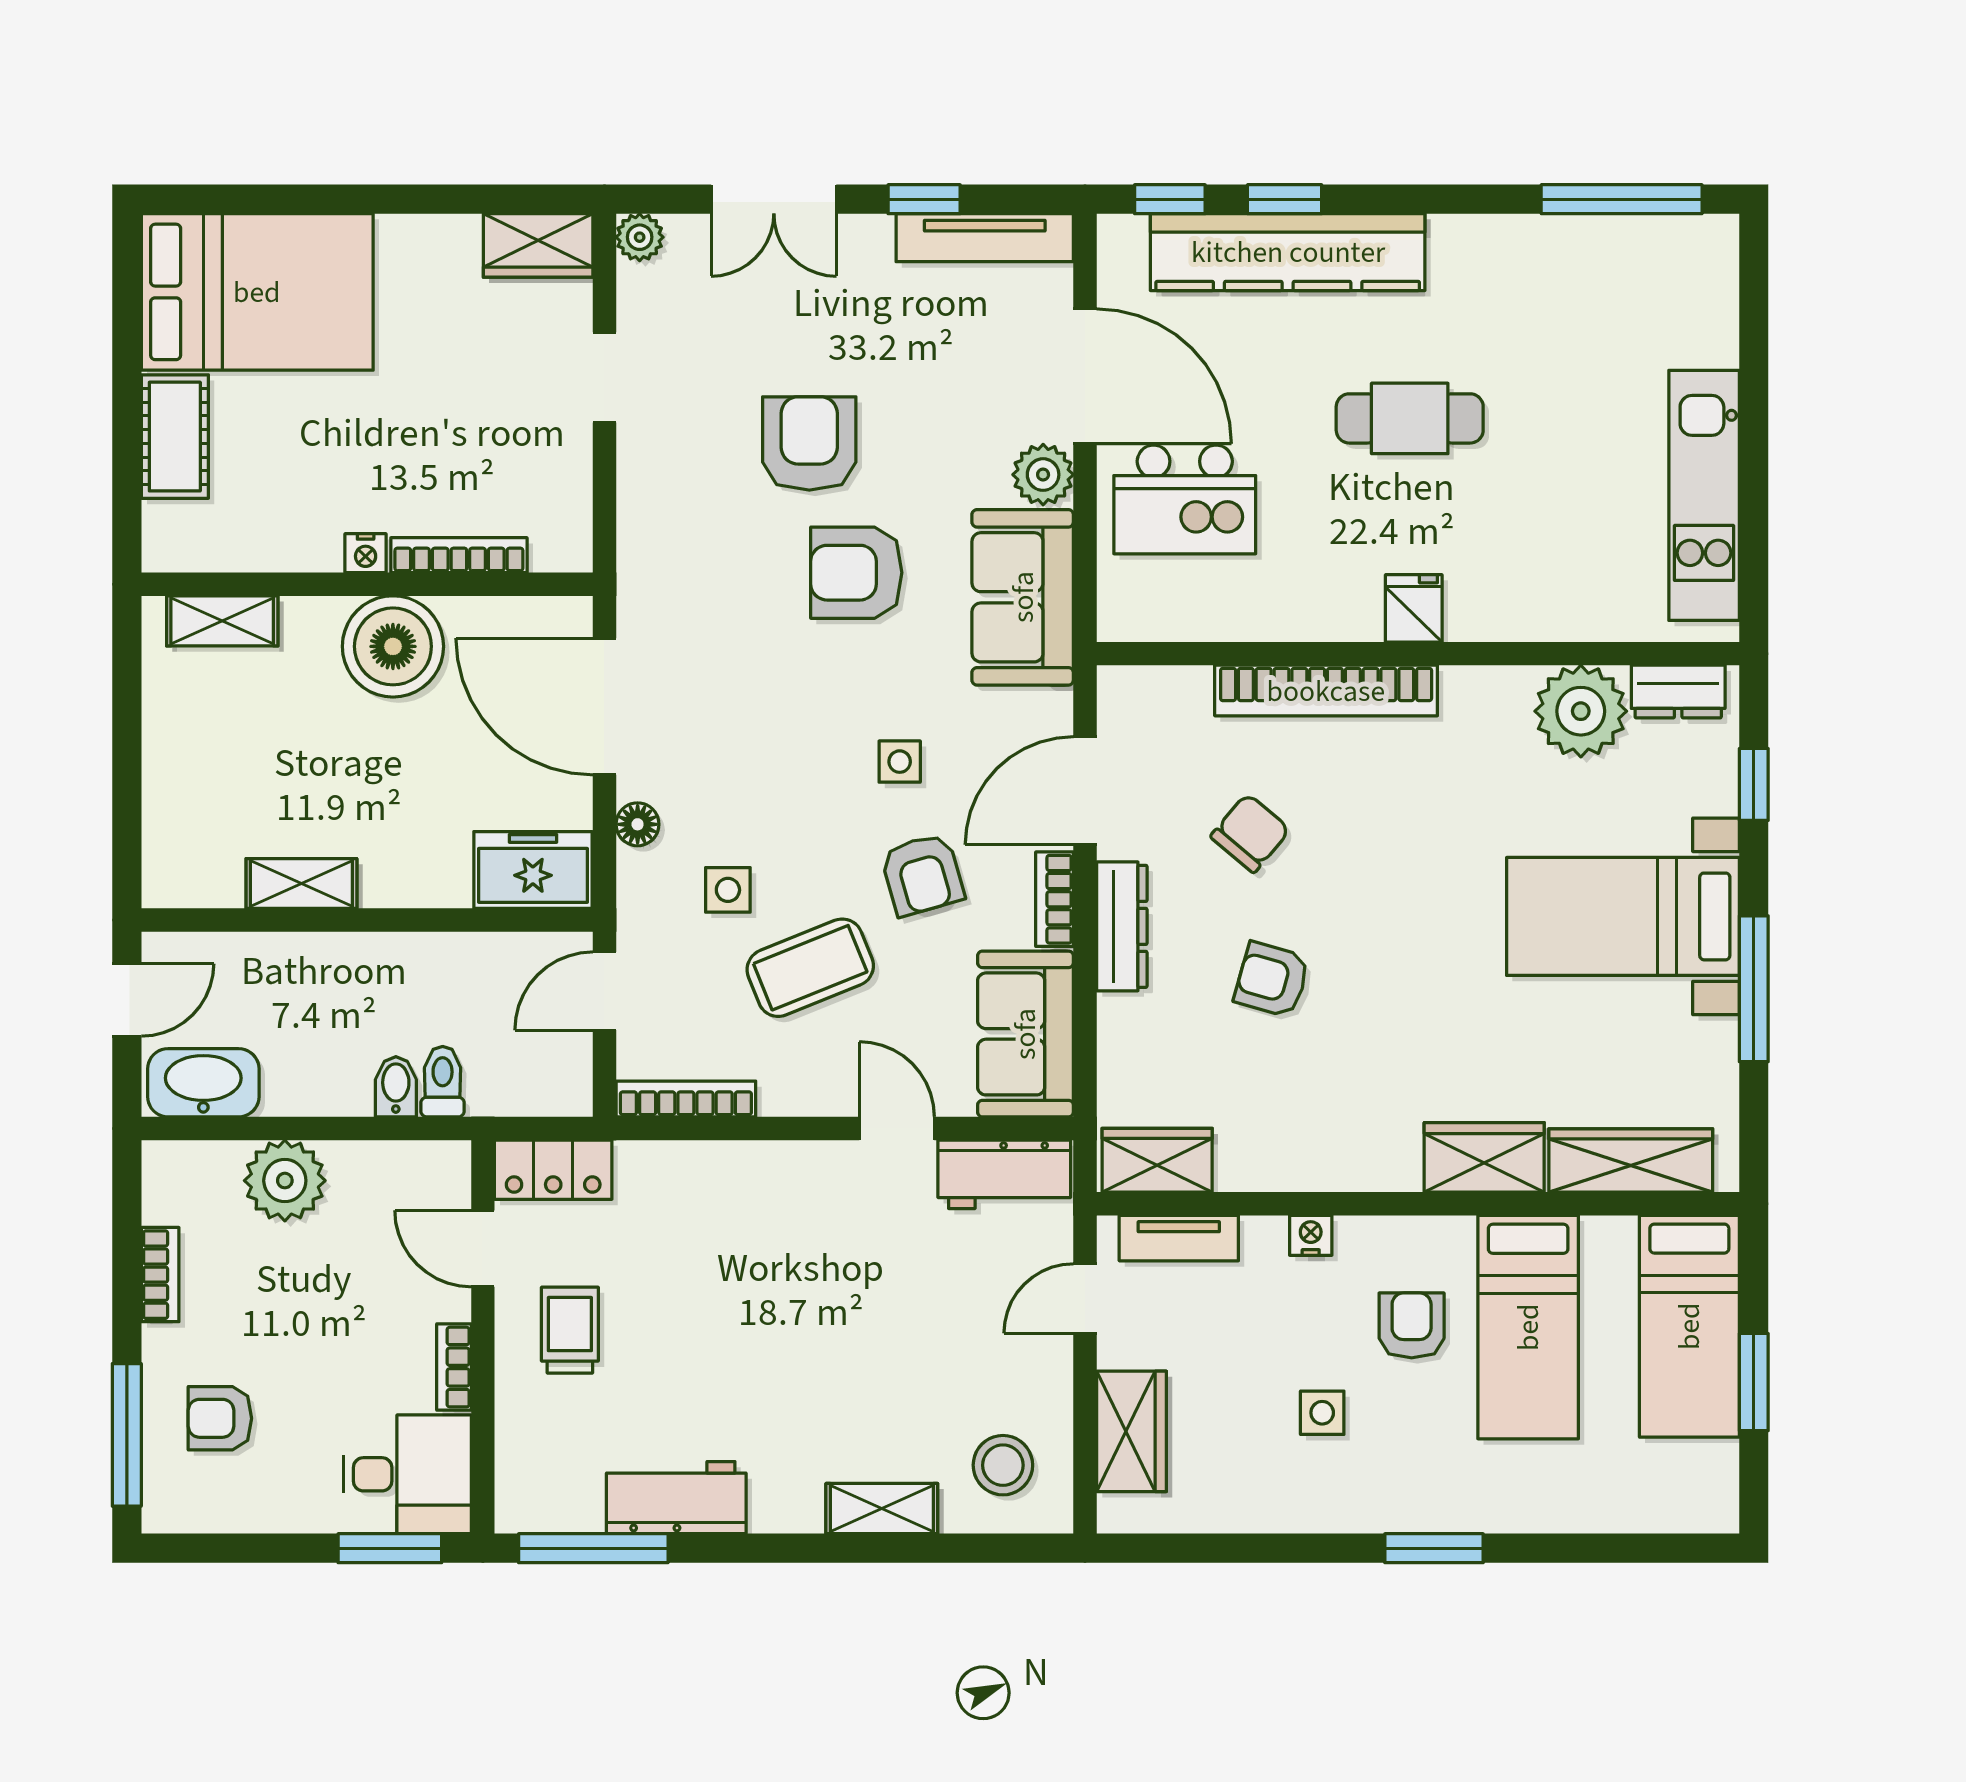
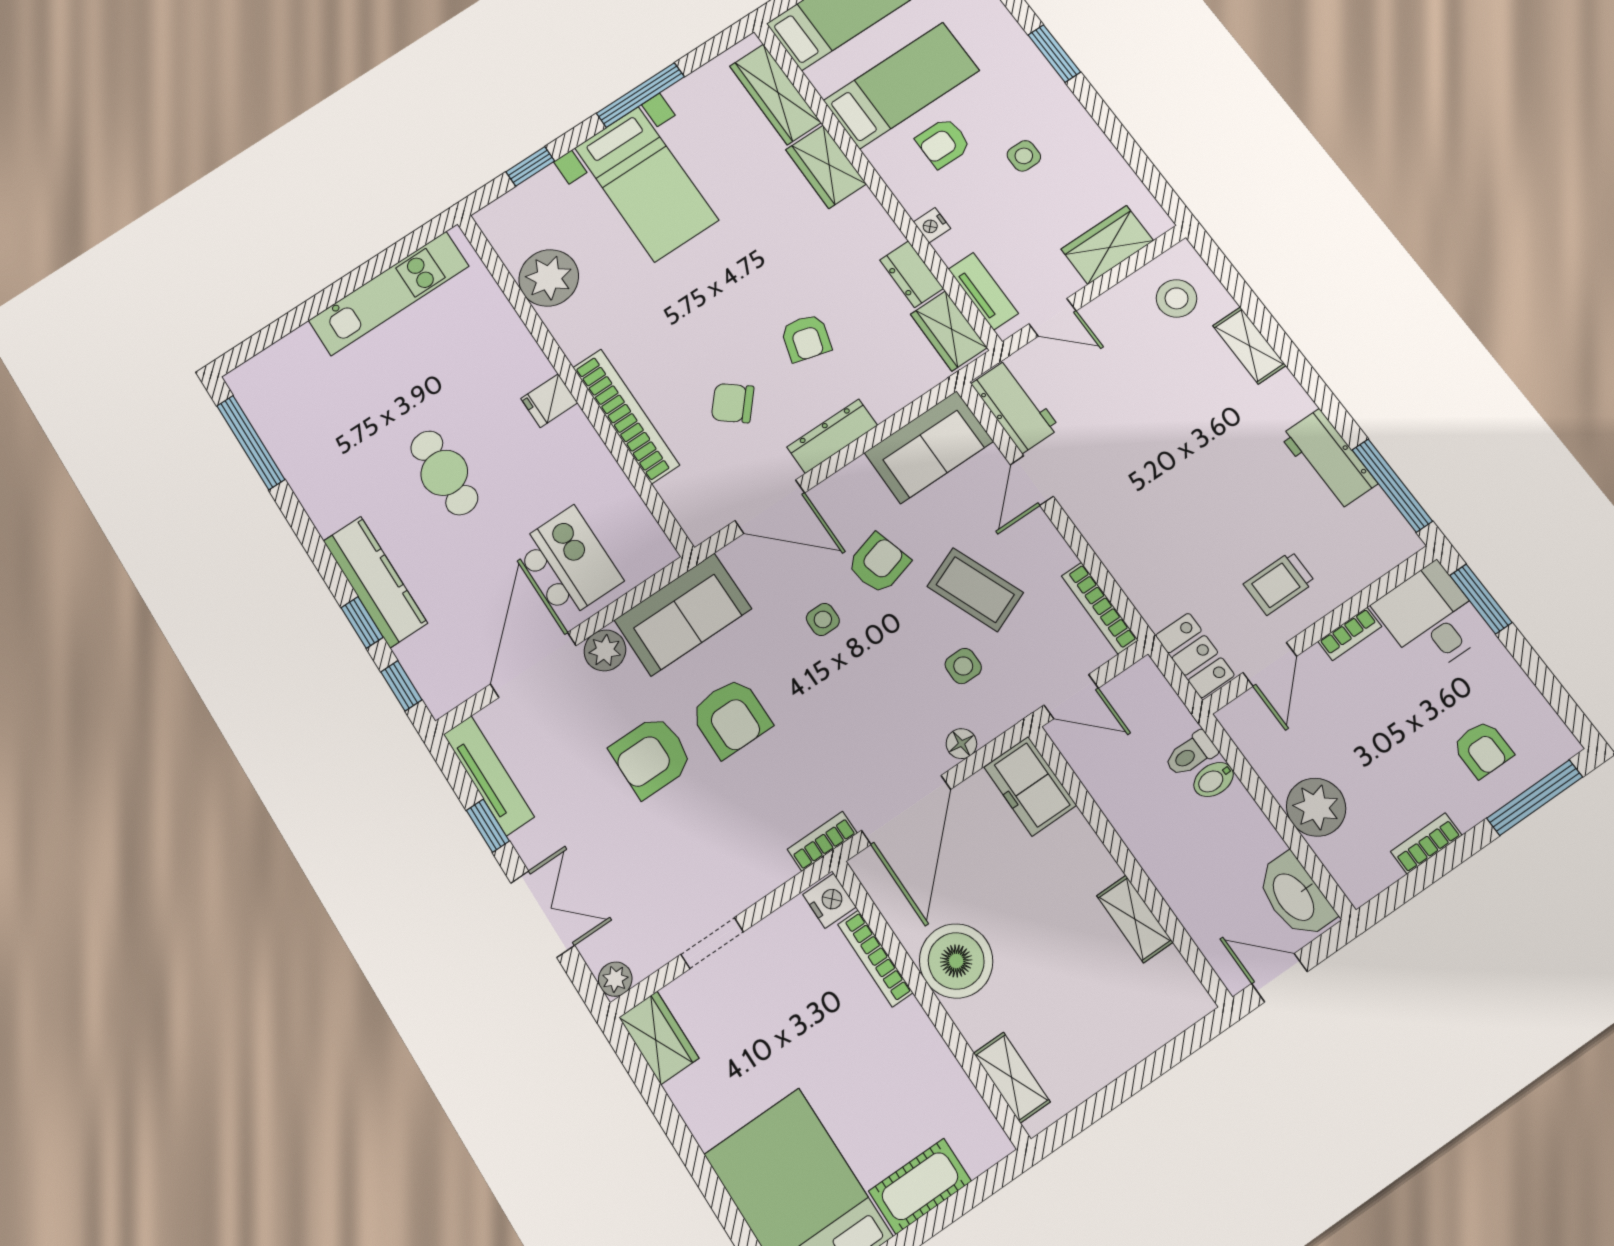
kitchen counter: (1288, 252) -> (375, 582), width x0.72, depth x0.86
armchair: (809, 444) -> (651, 756), moved
nightstand: (366, 553) -> (829, 901), moved, width x1.39, depth x1.35
dresser: (1678, 692) -> (912, 274), moved, turned 180
bookcase: (1055, 899) -> (822, 841), moved, turned 180

